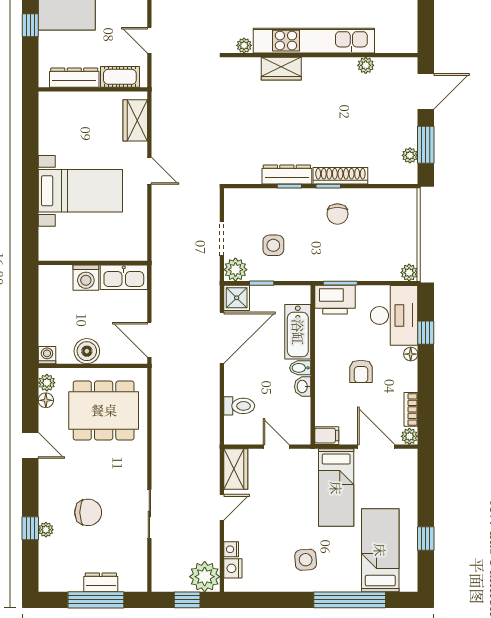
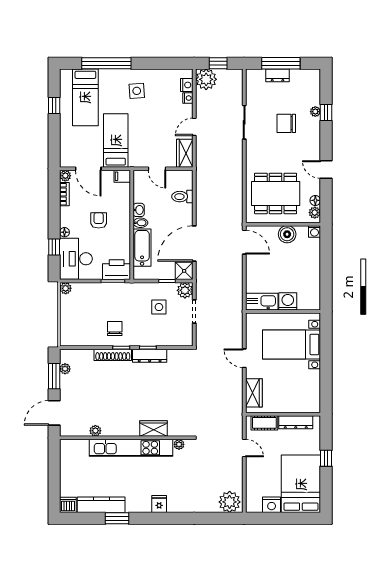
wall: (93, 263) -> (283, 312), moved
kitchen sink: (124, 277) -> (262, 302), moved
washing machine: (86, 278) -> (288, 301), moved

